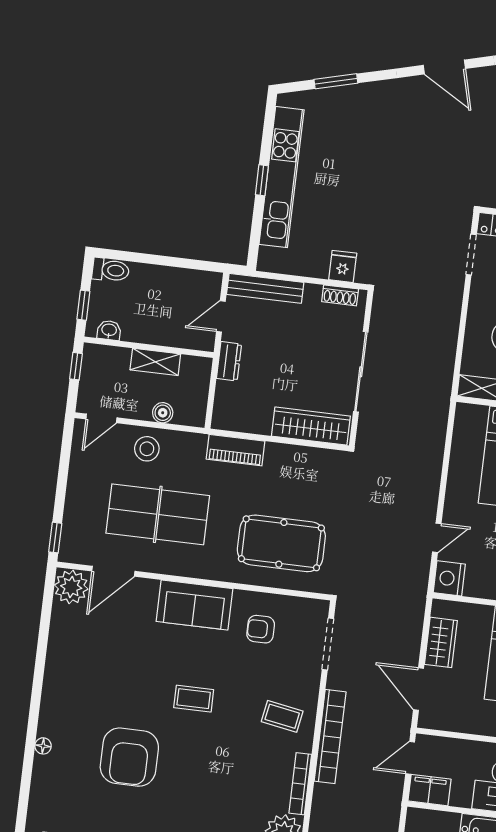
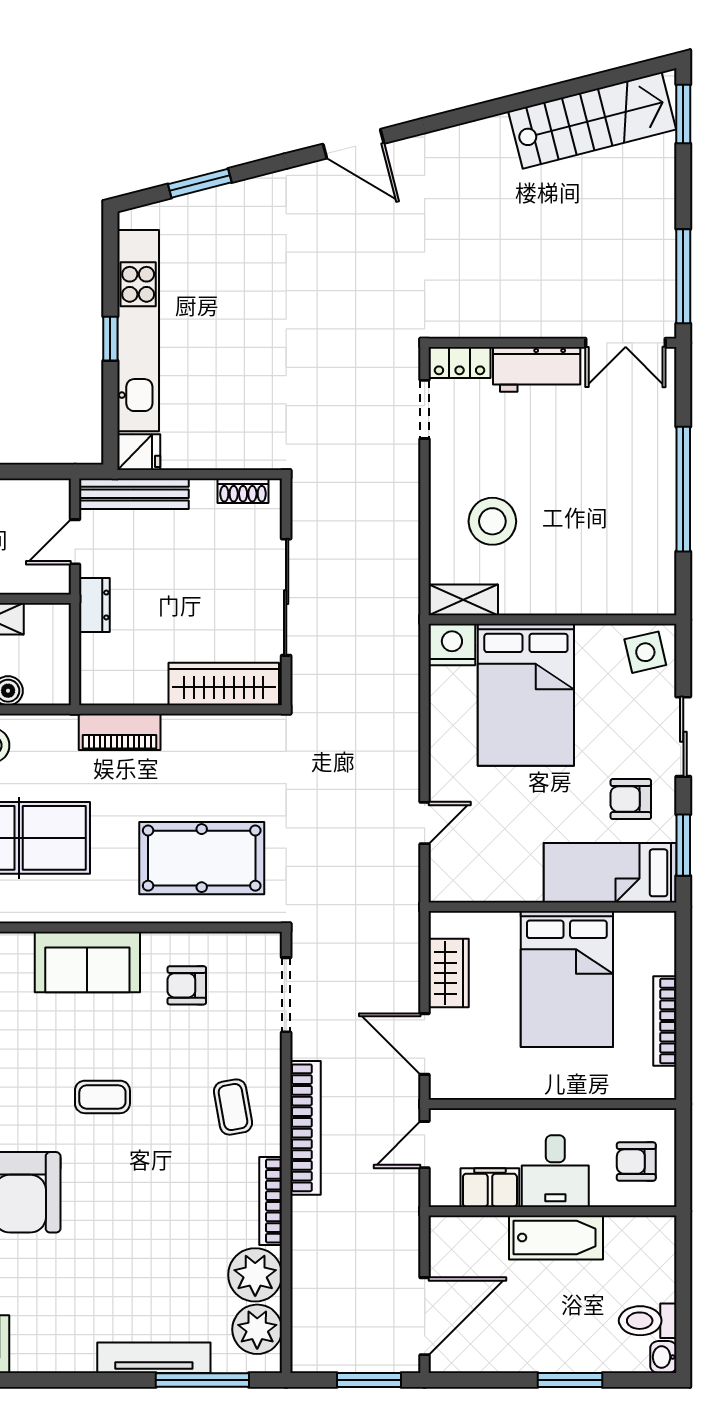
fridge: (343, 266) -> (139, 452), moved, turned 90
nightstand: (449, 578) -> (452, 645), moved, turned 90
coffee table: (282, 716) -> (233, 1107), turned 70
filing cabinet: (429, 790) -> (490, 1188), moved

